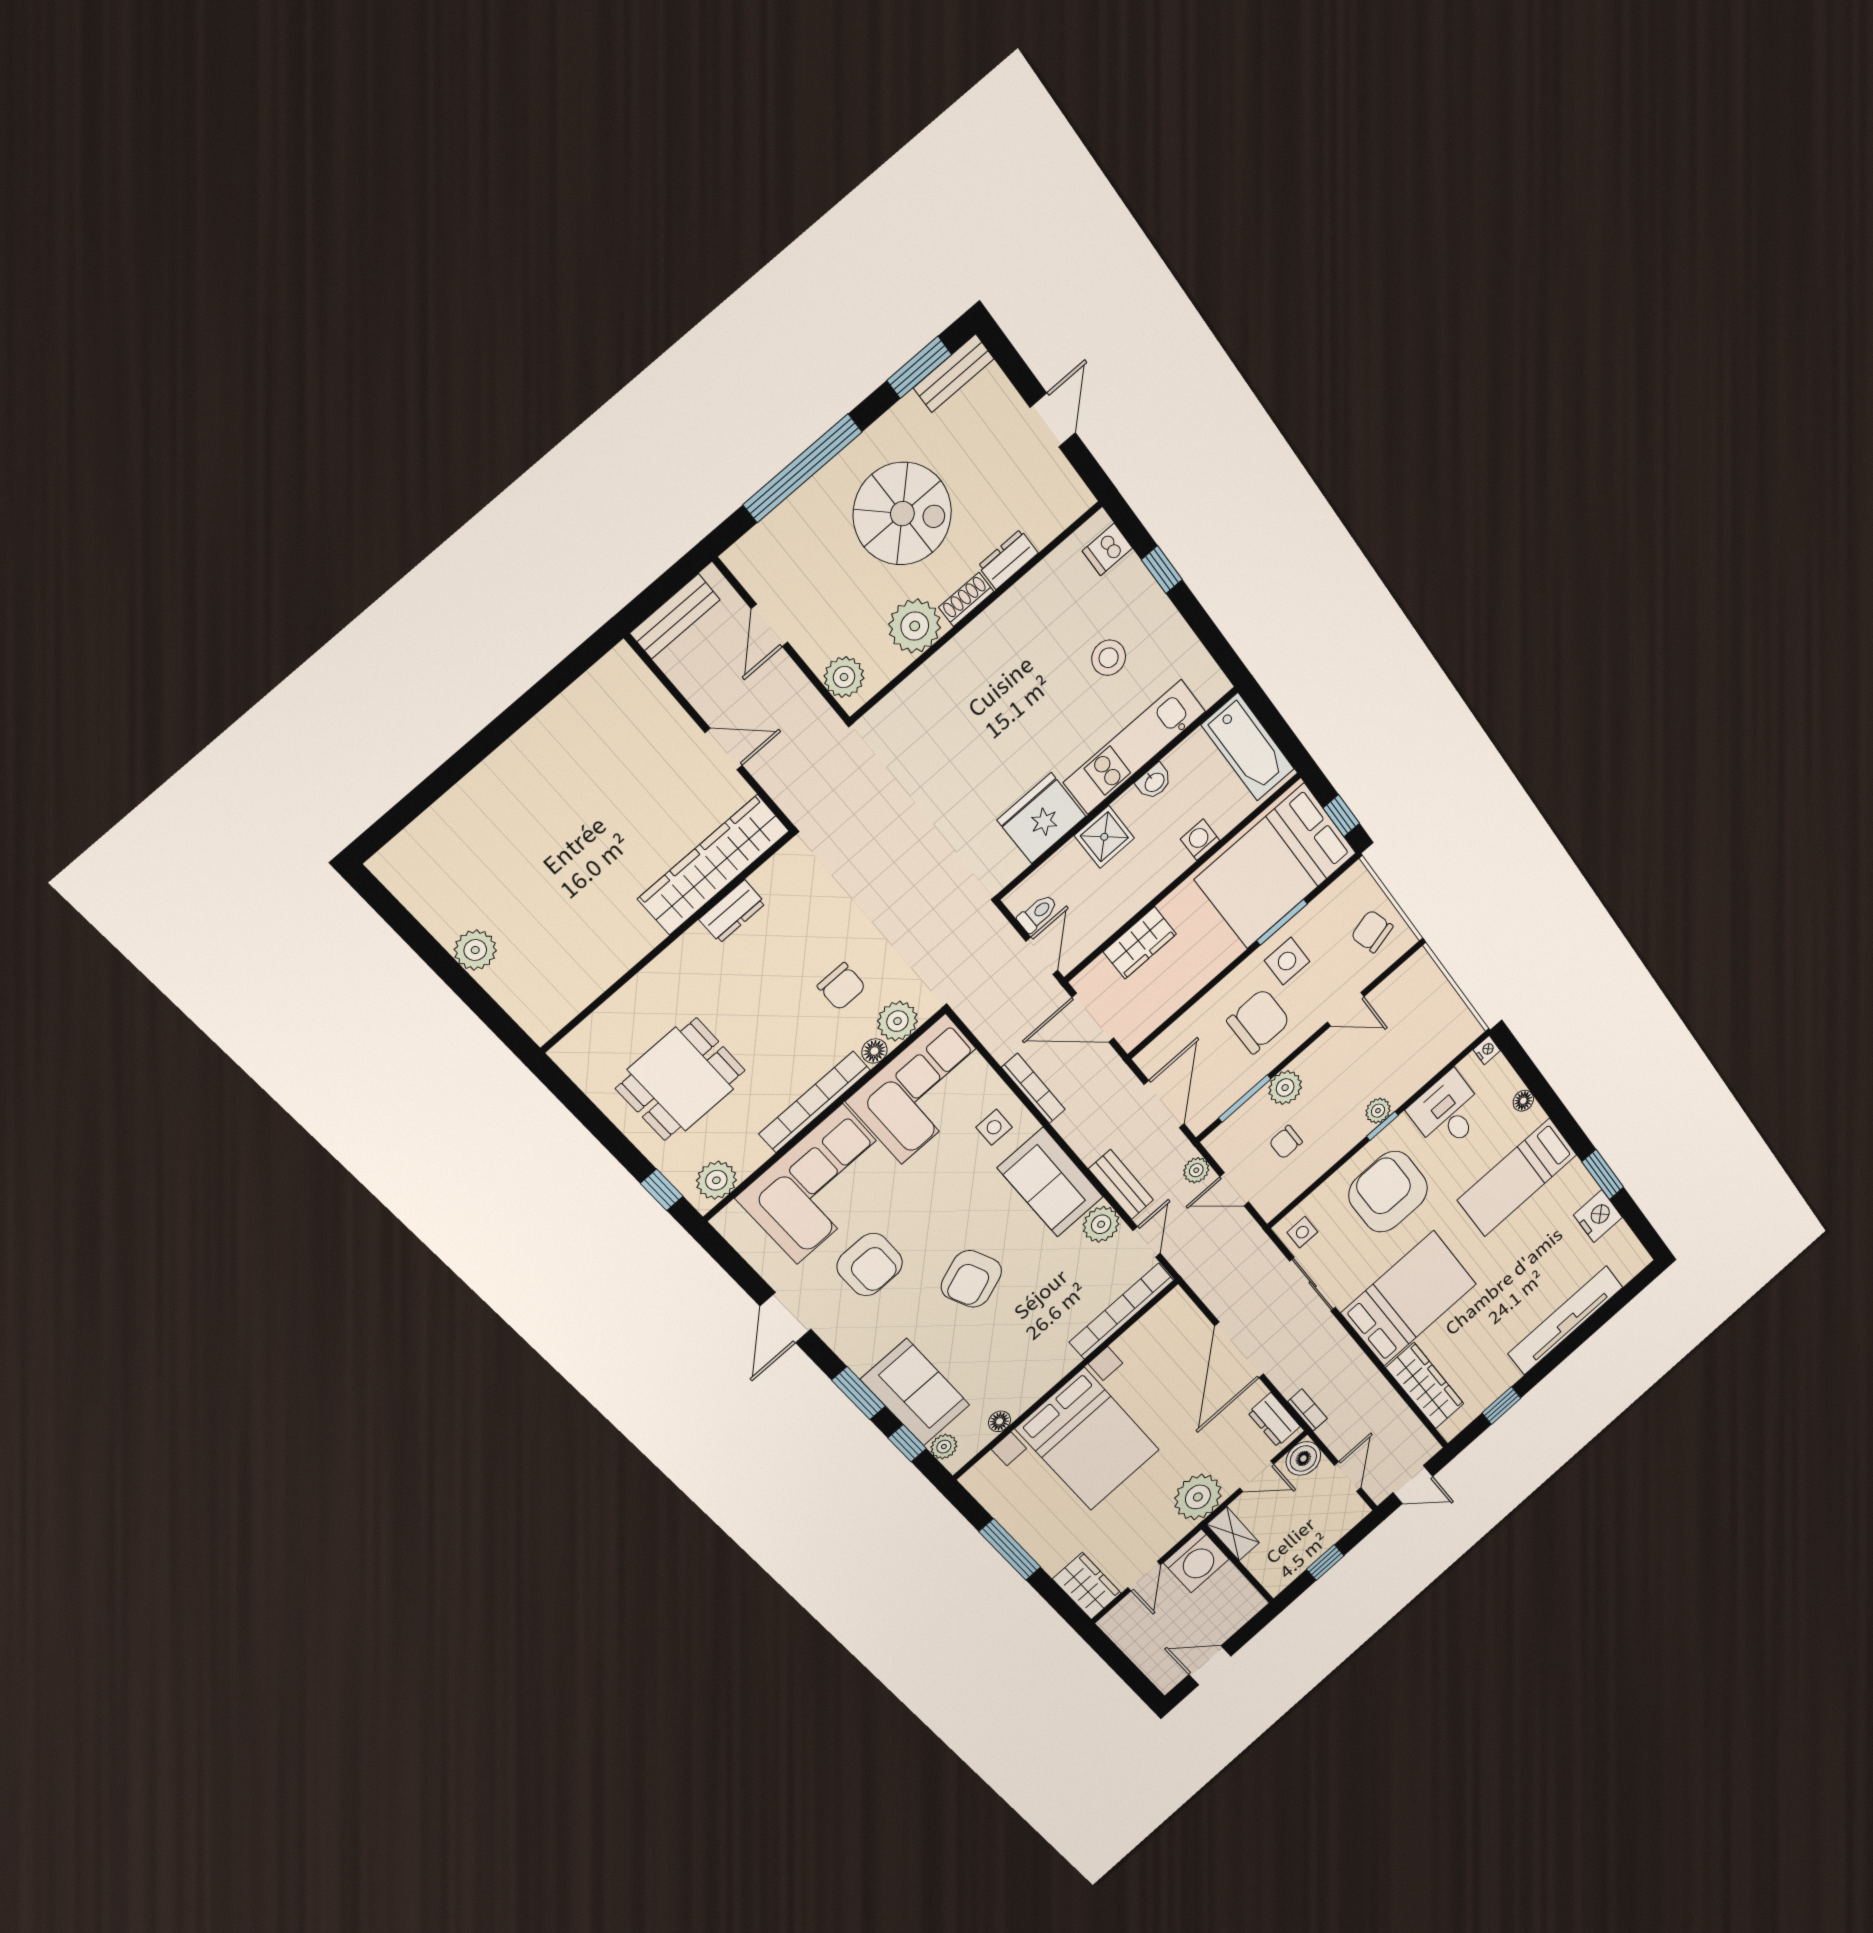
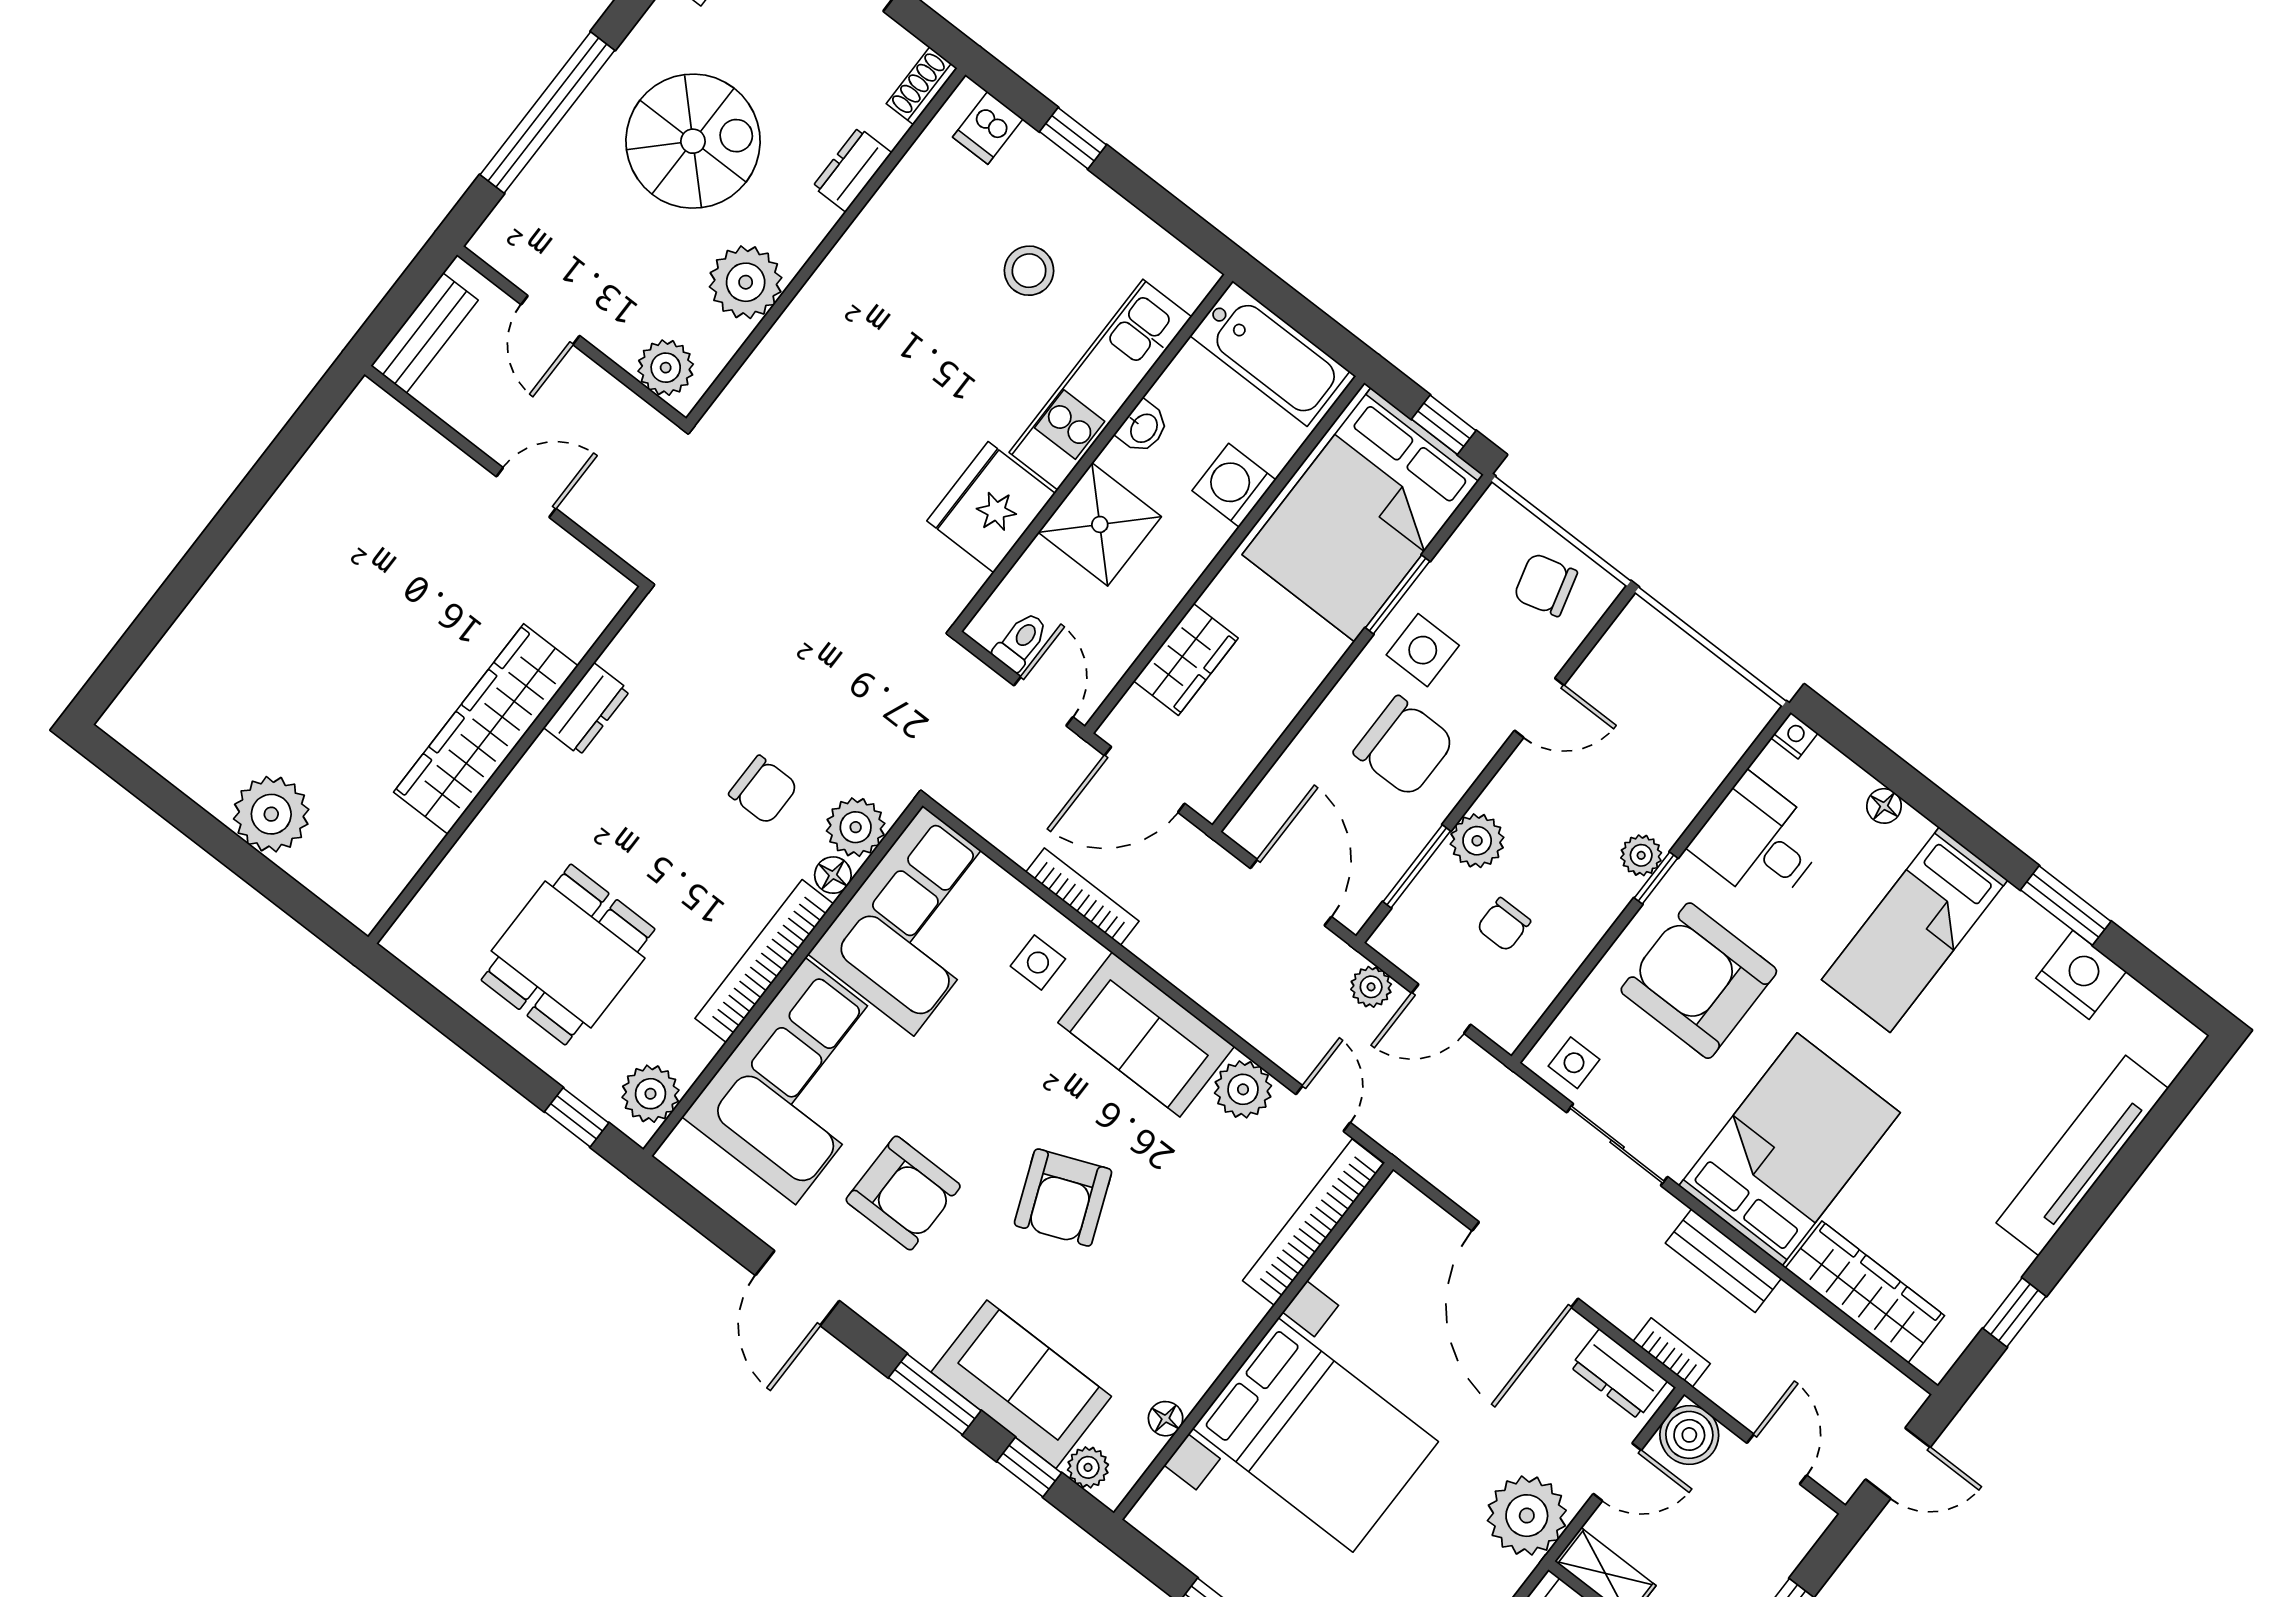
shoe rack: (966, 599) -> (922, 86), moved
shower: (1104, 837) -> (1100, 524), width x1.36, depth x1.36
washing machine: (1200, 840) -> (1234, 485), width x1.38, depth x1.38
wardrobe: (713, 865) -> (486, 729), moved
plant: (475, 950) -> (271, 814), width x1.36, depth x1.36
chair: (1258, 1021) -> (1404, 746), turned 90
bench: (1121, 1184) -> (1723, 1261), moved

